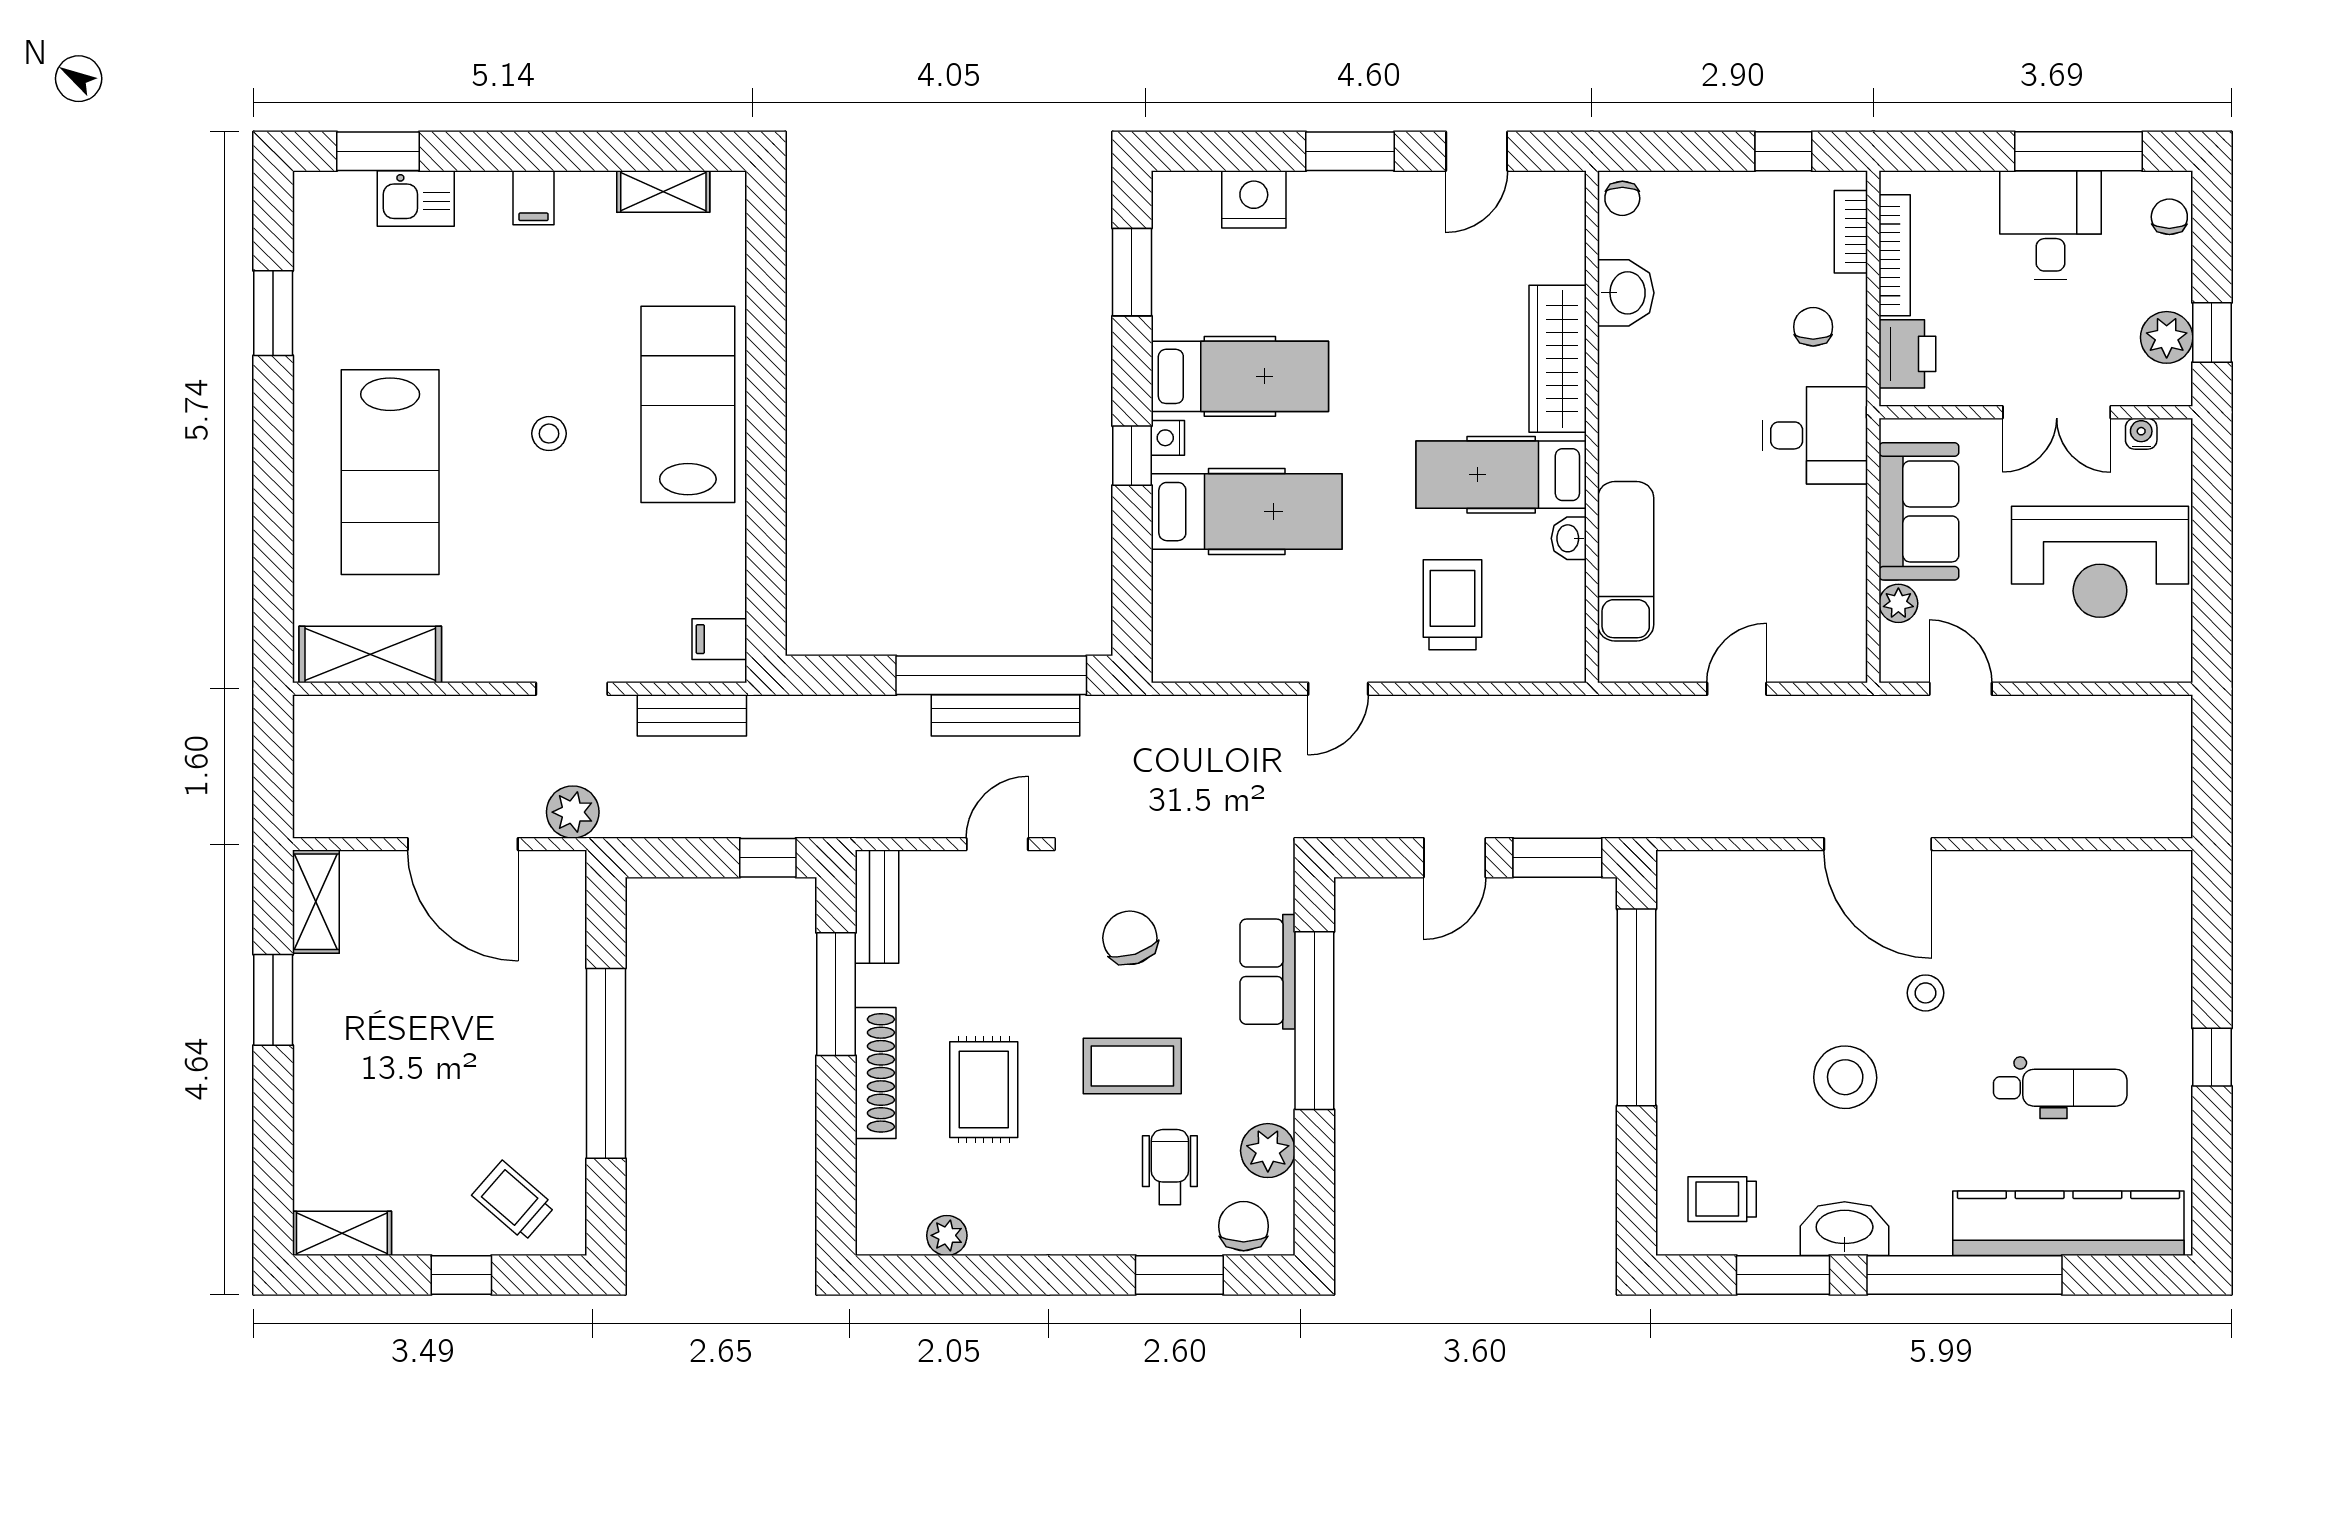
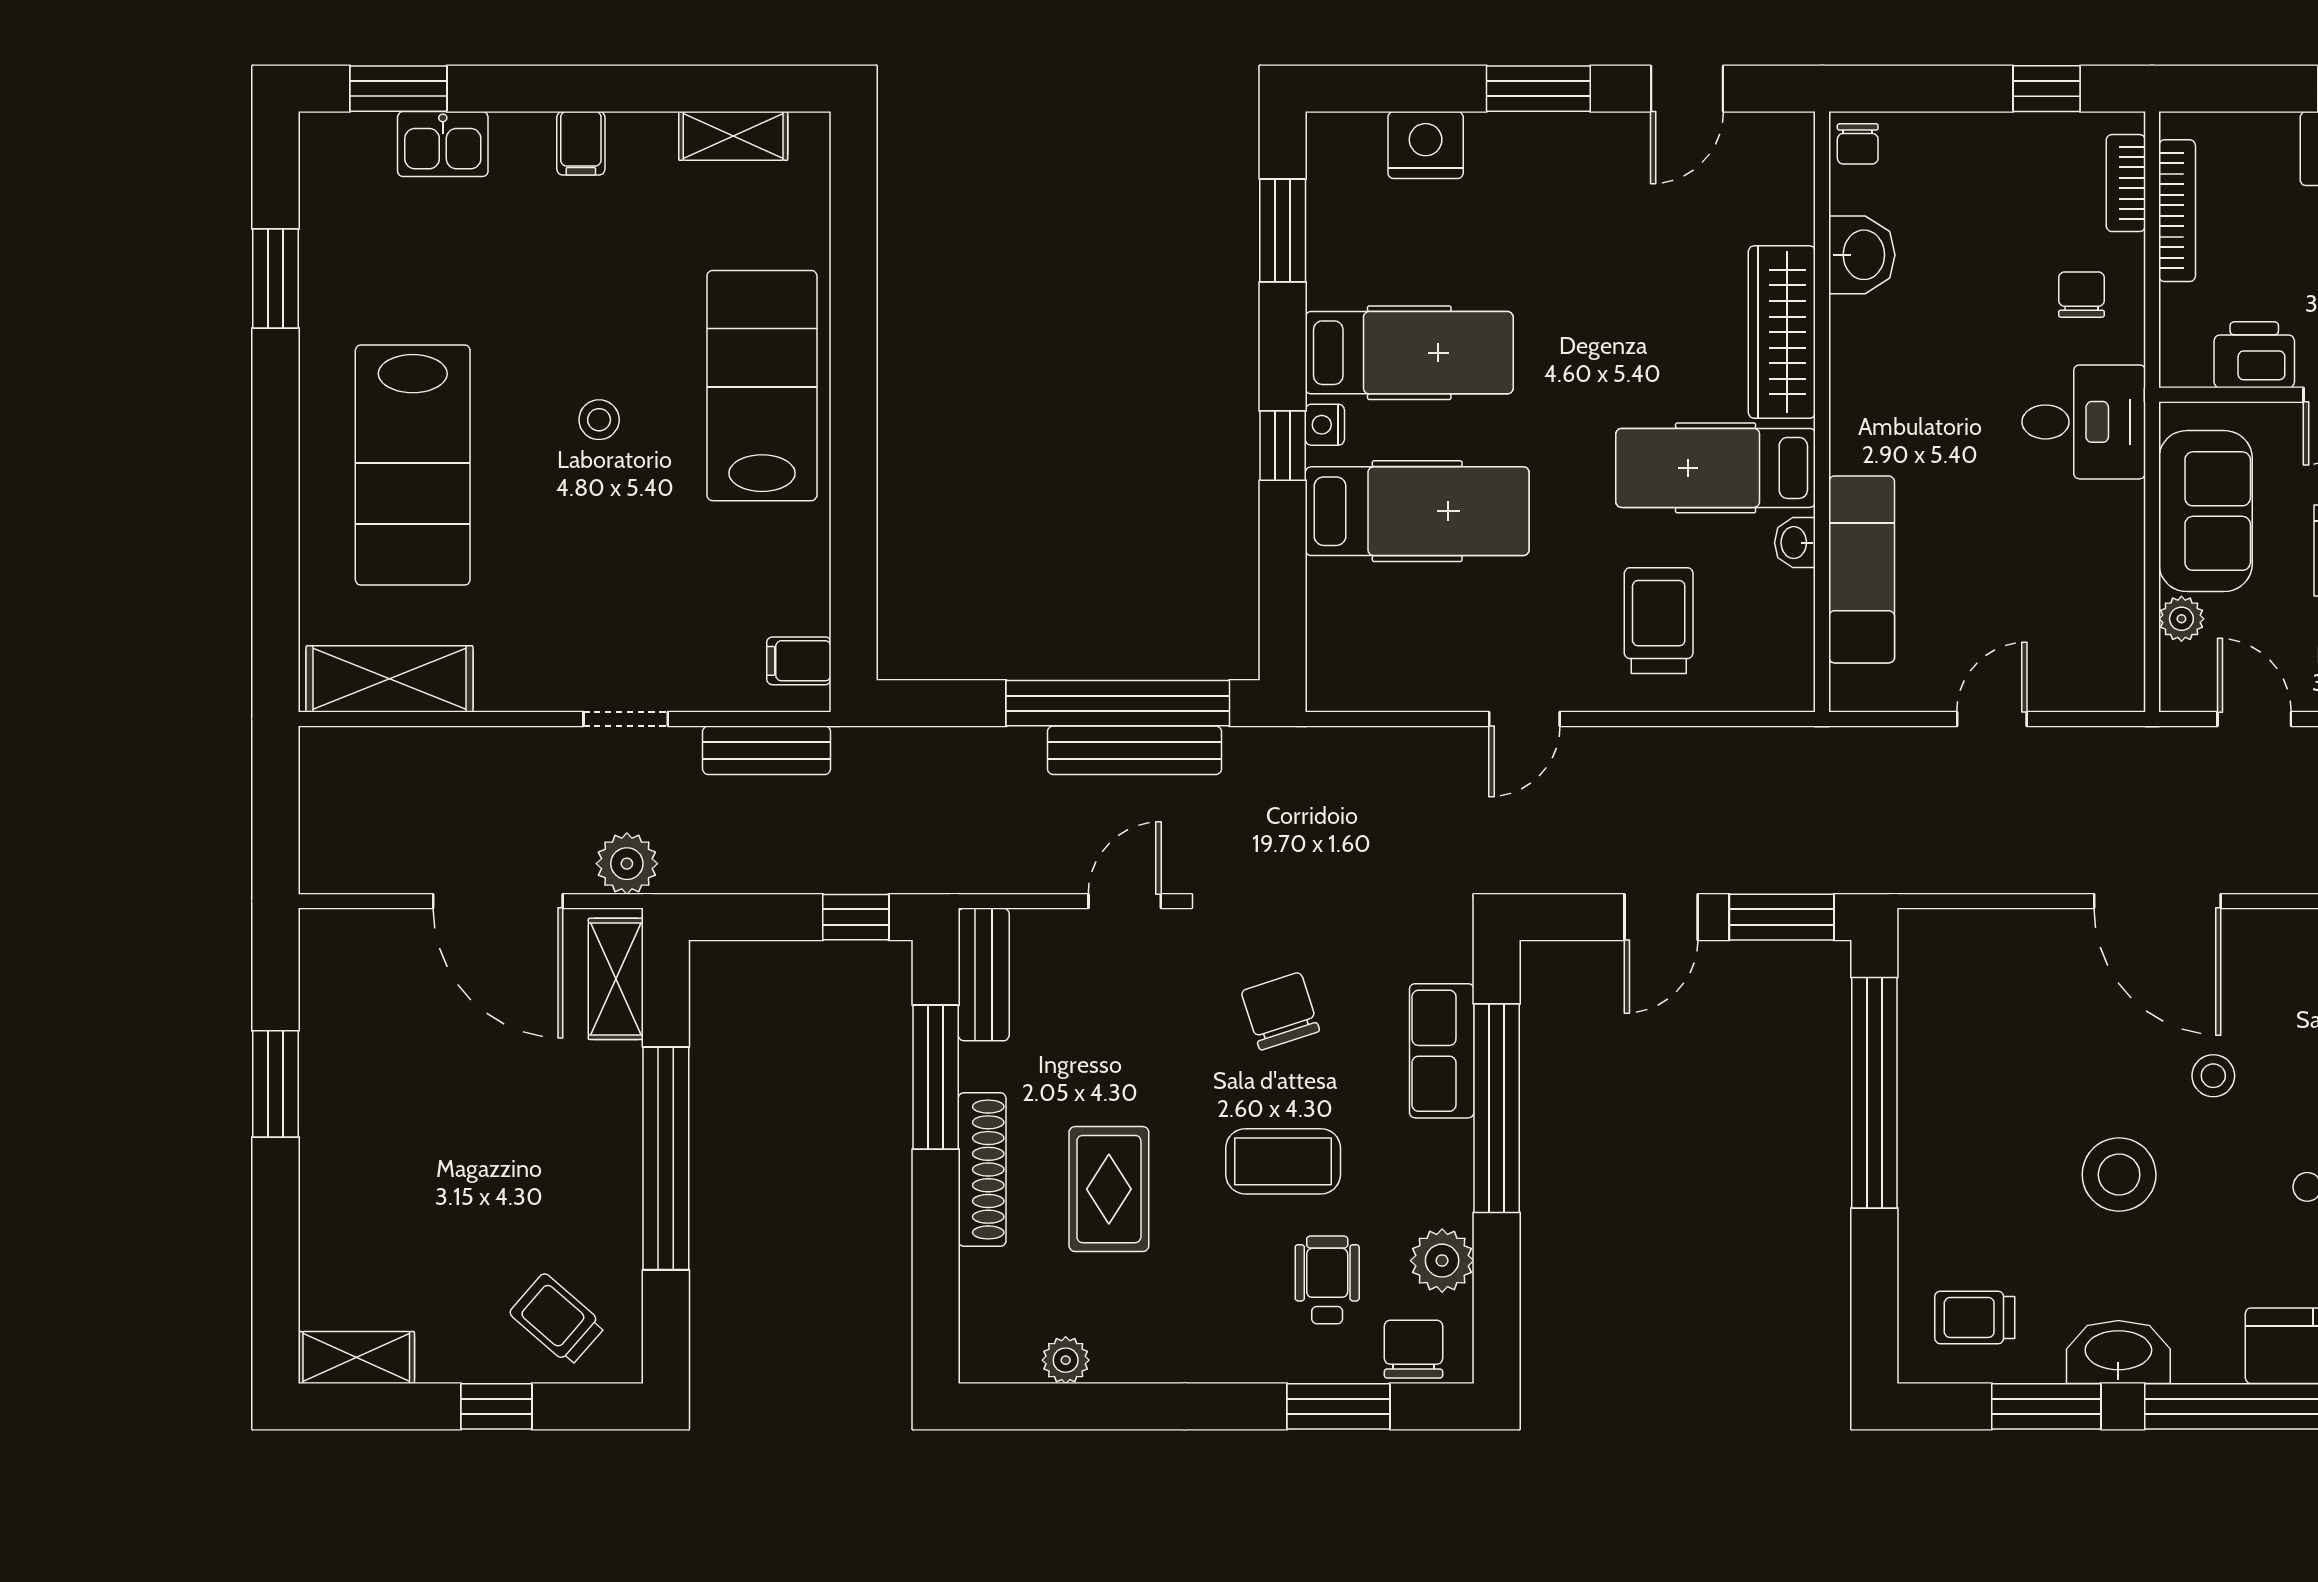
printer: (1907, 354) -> (2254, 355), moved, turned -90
shelving: (316, 902) -> (616, 979), moved

